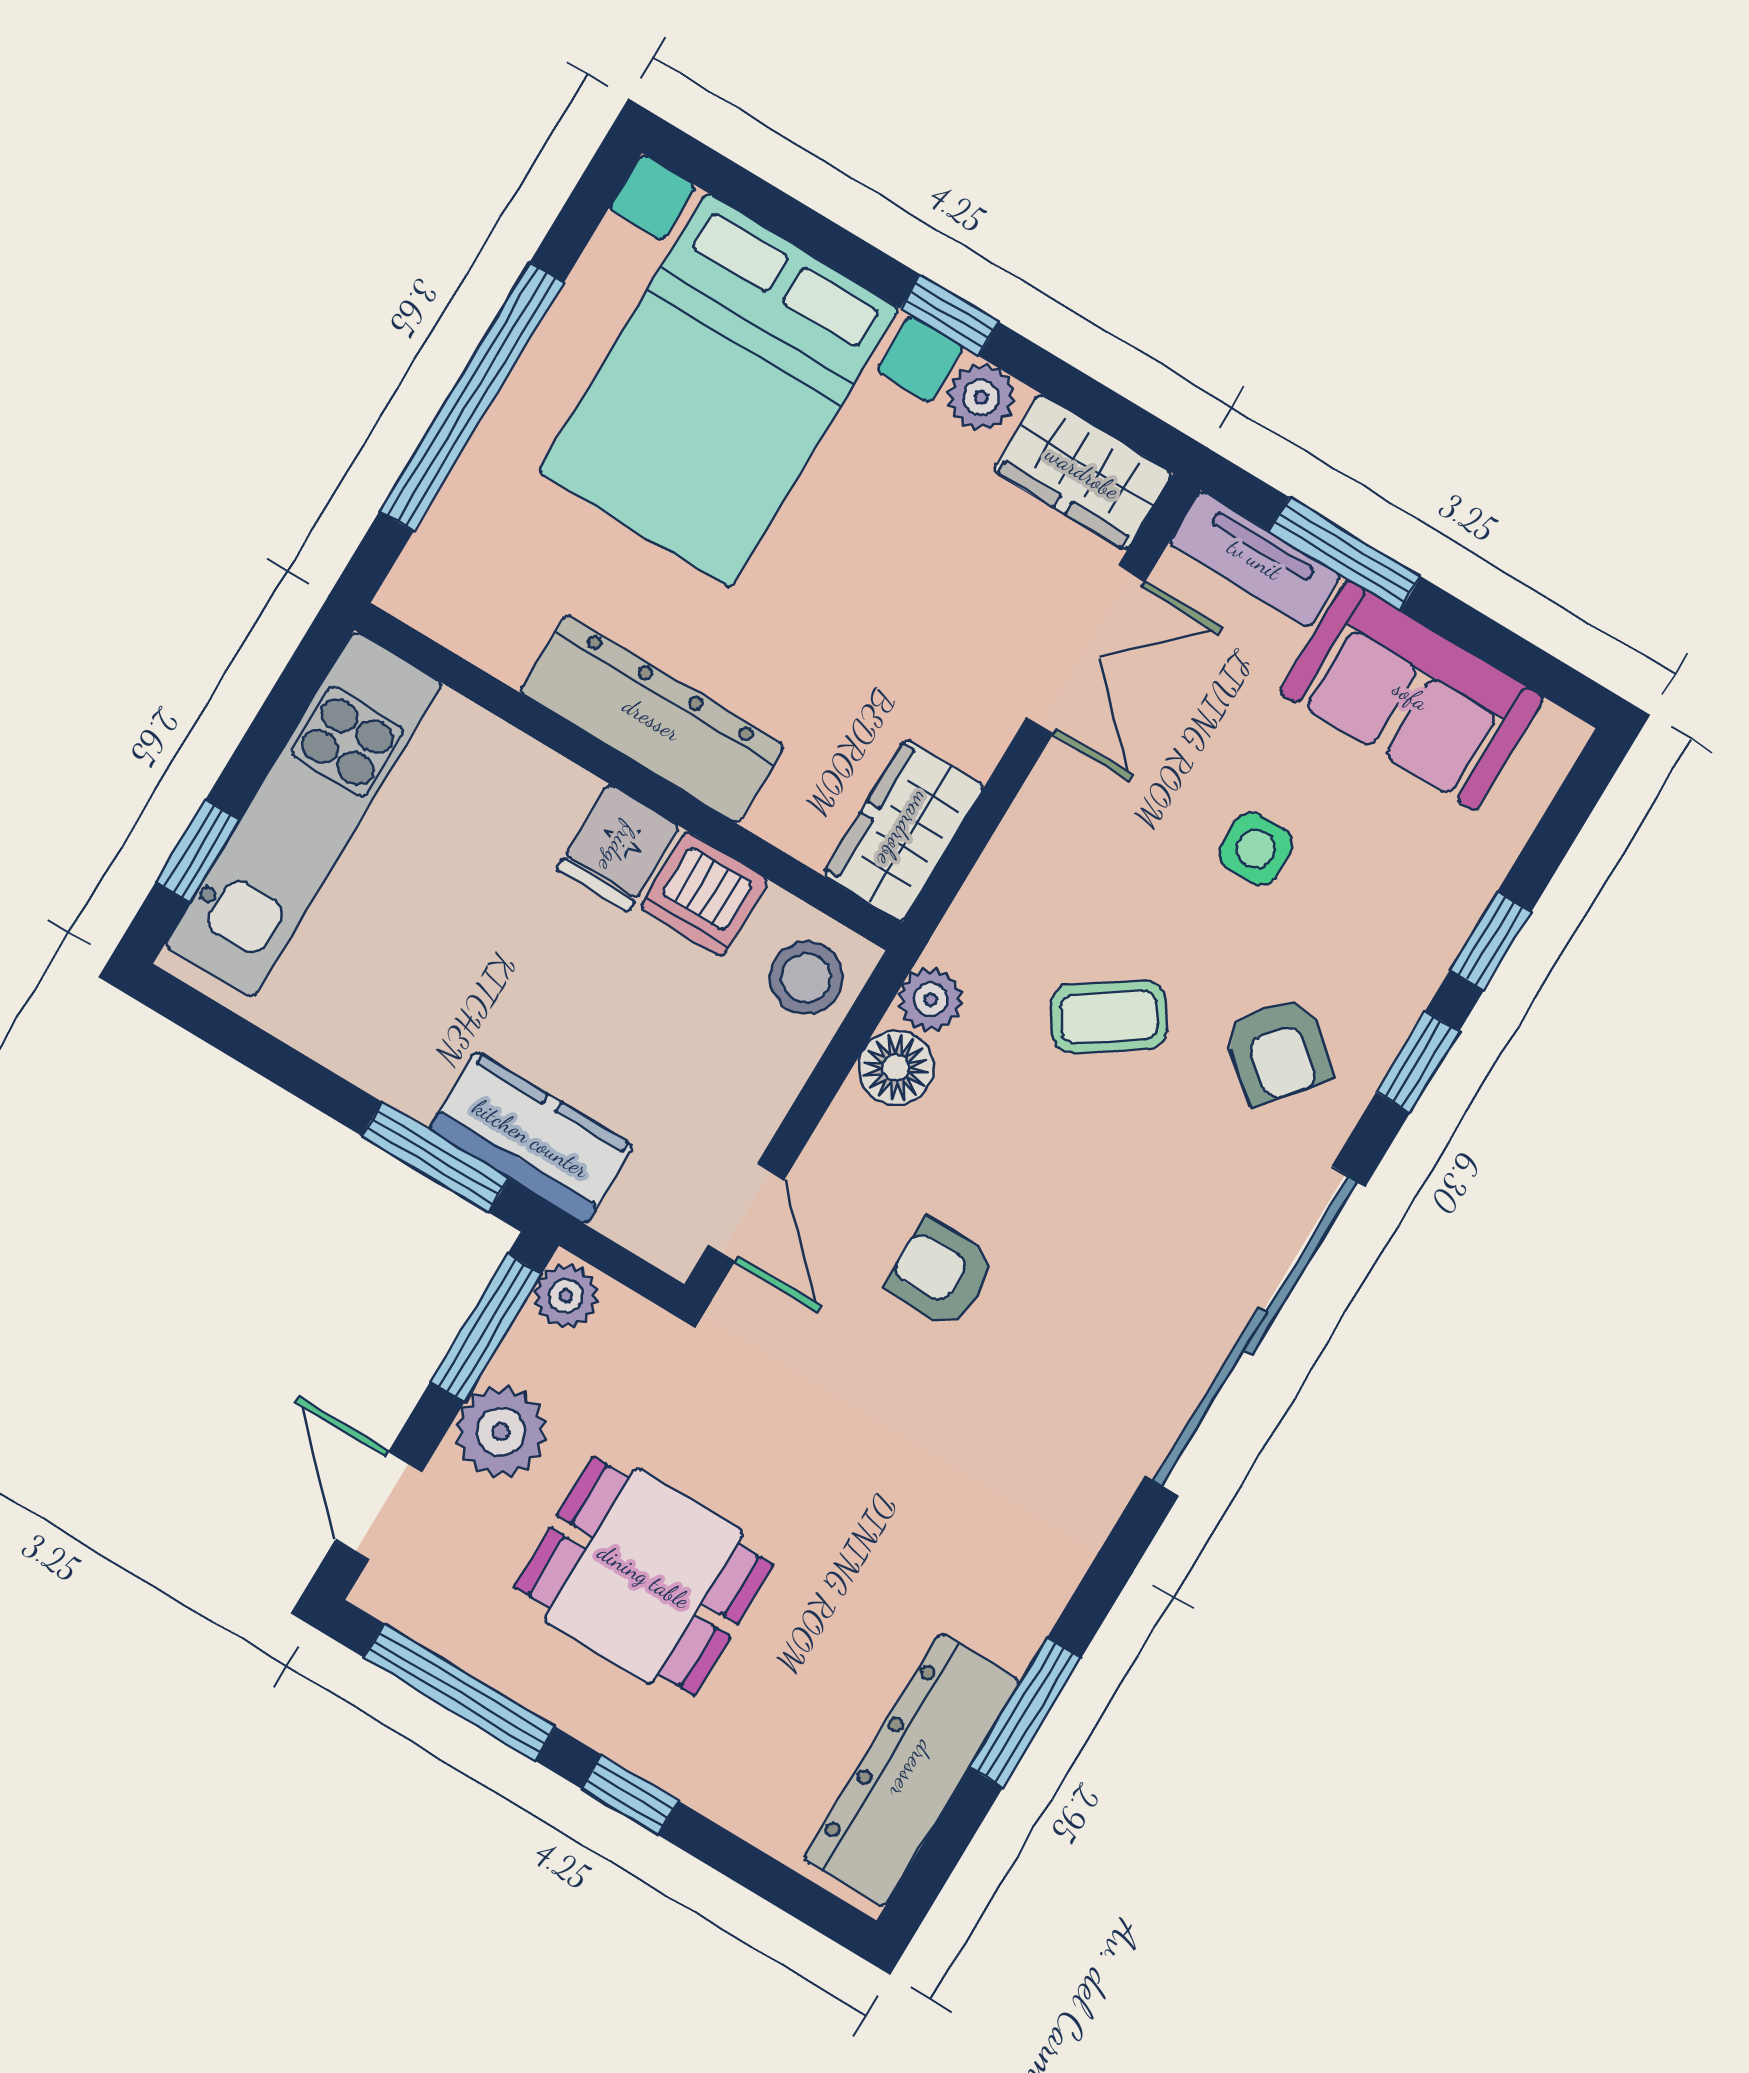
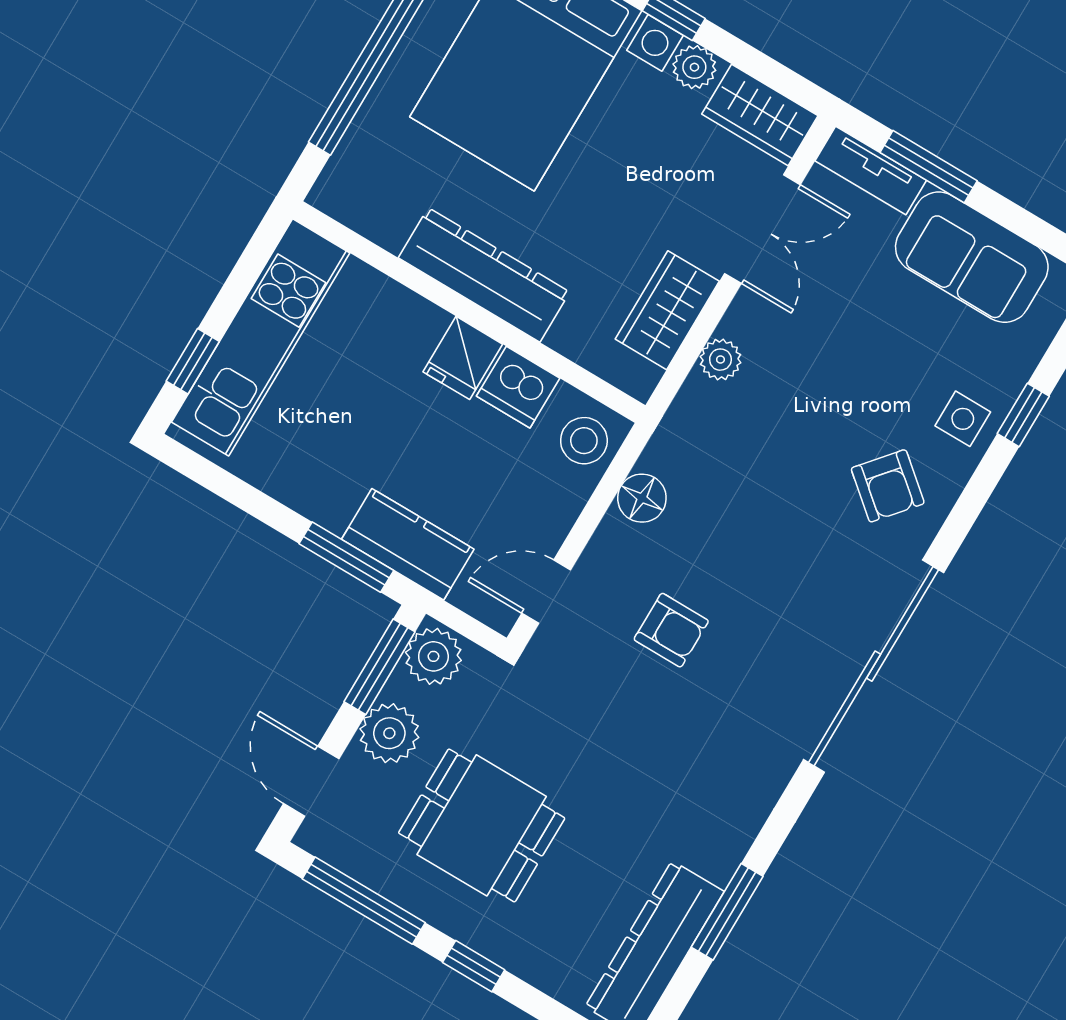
wardrobe: (904, 830) -> (667, 310), moved
side table: (1256, 849) -> (963, 419), moved
plant: (931, 1000) -> (720, 360), moved
coffee table: (1109, 1017) -> (779, 465), removed
window: (1418, 1062) -> (977, 493), removed
door: (746, 1212) -> (546, 592), swing flipped
armchair: (941, 1273) -> (671, 630), turned 180
plant: (566, 1296) -> (433, 656), width x1.38, depth x1.38

